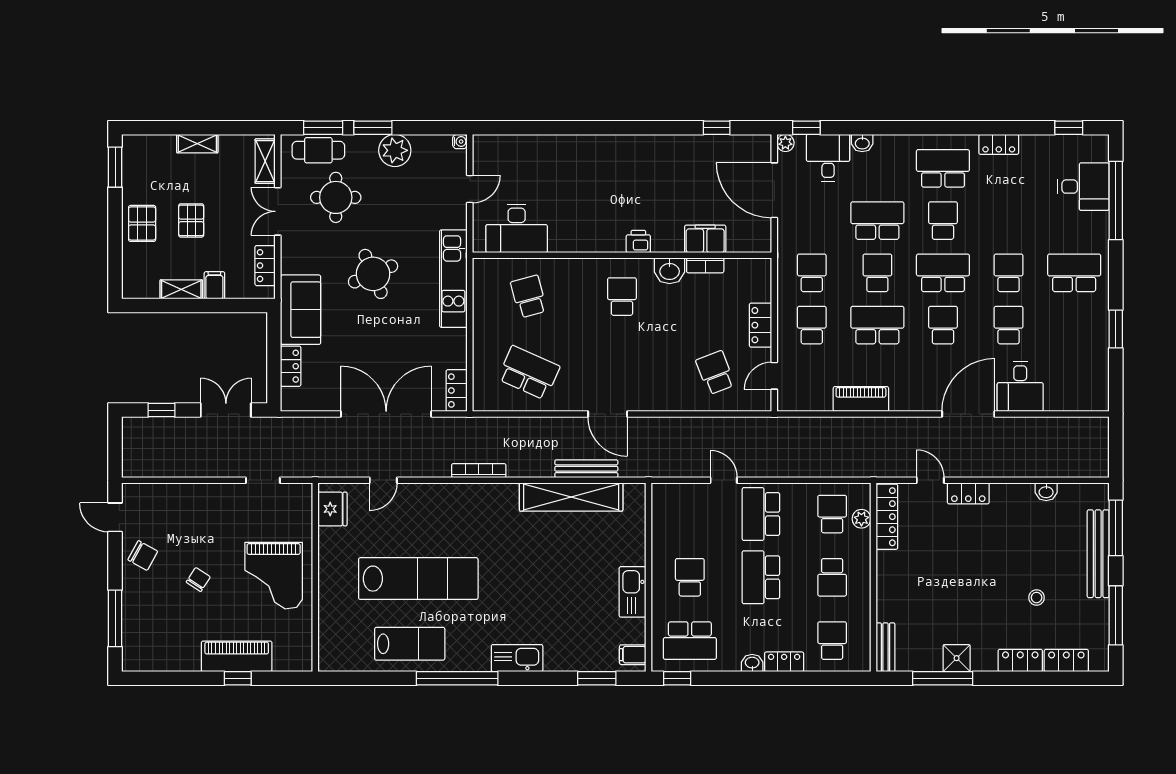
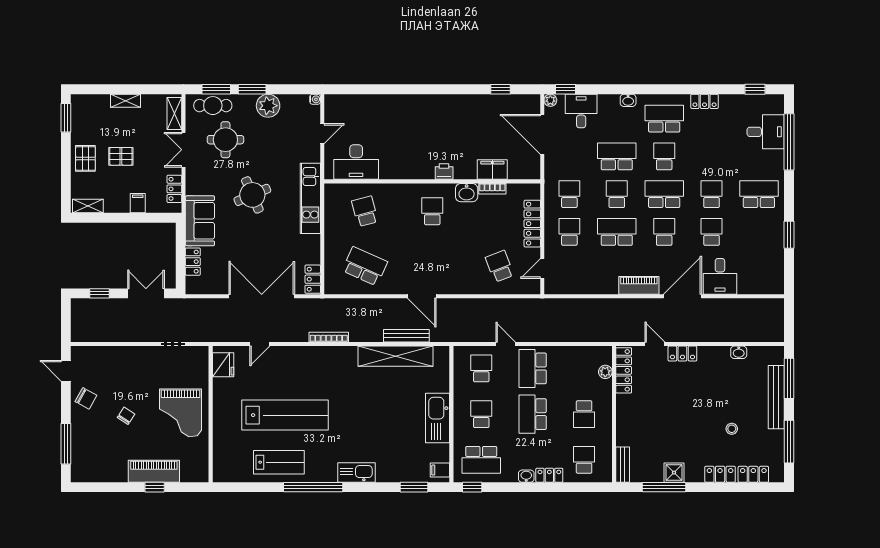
washbasin: (862, 143) -> (628, 100), moved
pallet: (191, 220) -> (121, 156), turned 90
shelving: (181, 289) -> (88, 206), moved
locker: (760, 325) -> (532, 224), width x1.53
piano: (861, 399) -> (639, 285), moved
school desk: (832, 514) -> (481, 368), moved
kitchen sink: (633, 592) -> (438, 418), width x1.36, depth x1.24

